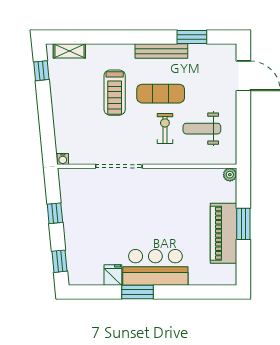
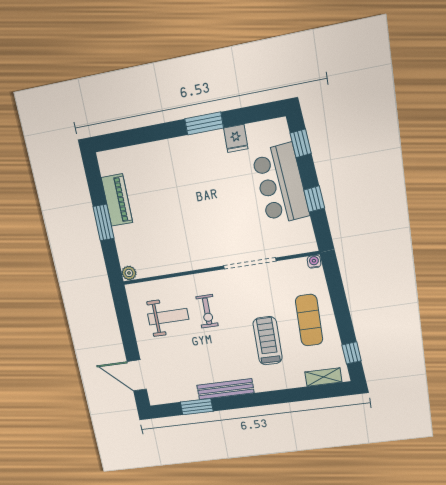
exercise mat: (161, 94) -> (309, 320), moved, turned 90
piano: (224, 233) -> (117, 200), width x0.73, depth x0.75
bar counter: (155, 267) -> (281, 184), moved, turned 85

